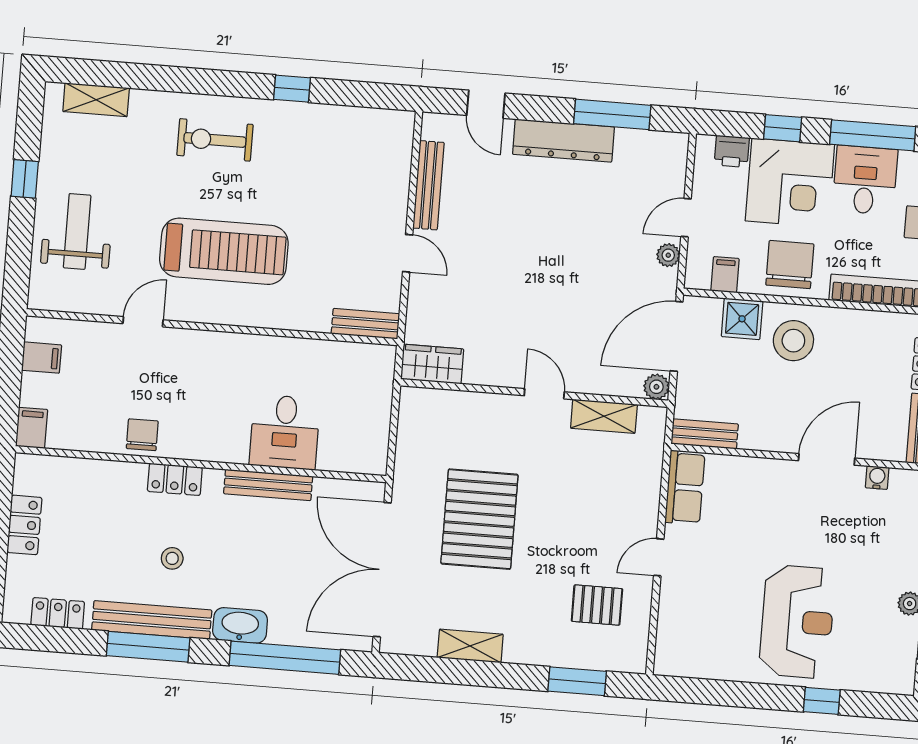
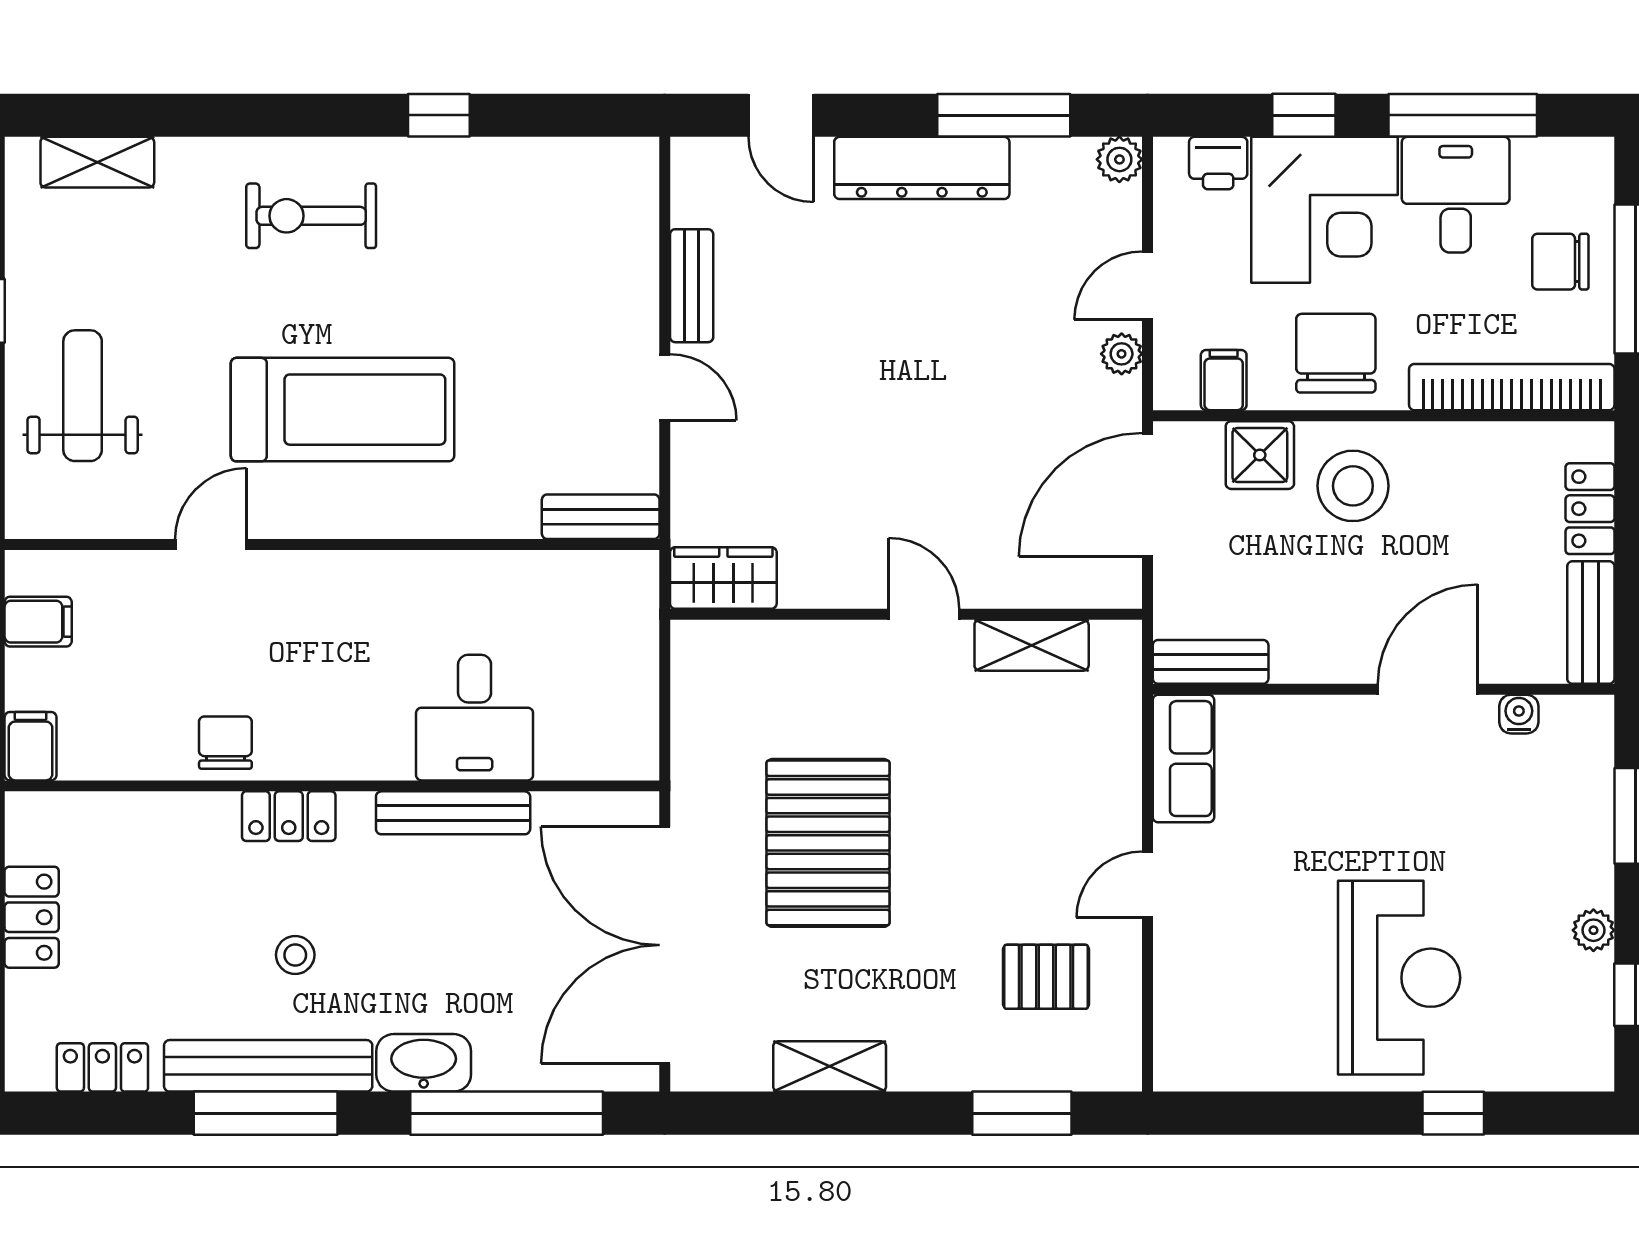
bench: (428, 185) -> (692, 286), width x0.73
plant: (656, 387) -> (1119, 159), moved

